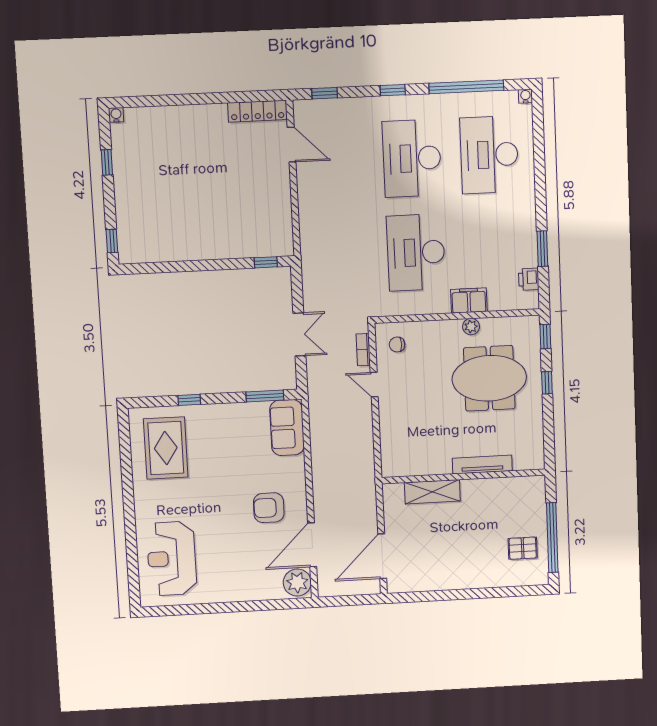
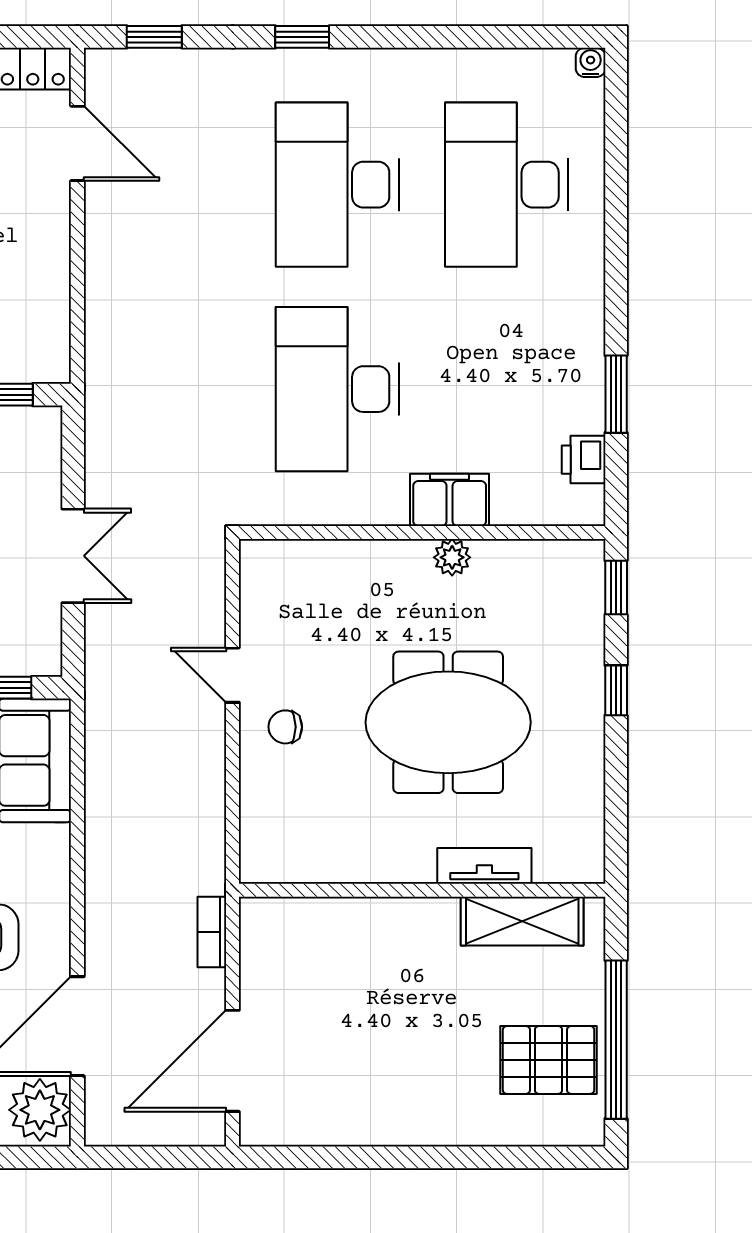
window: (466, 87) -> (462, 37), removed
chair: (397, 344) -> (285, 727), moved
bookcase: (363, 350) -> (212, 932), moved
meeting table: (489, 378) -> (448, 722), moved
tv unit: (482, 465) -> (484, 866), width x0.71
shelving: (432, 492) -> (522, 921), moved
pallet: (523, 548) -> (549, 1060), width x1.50, depth x1.42

